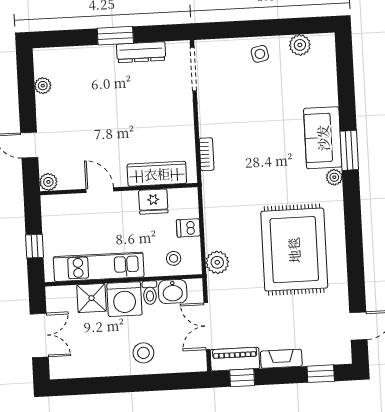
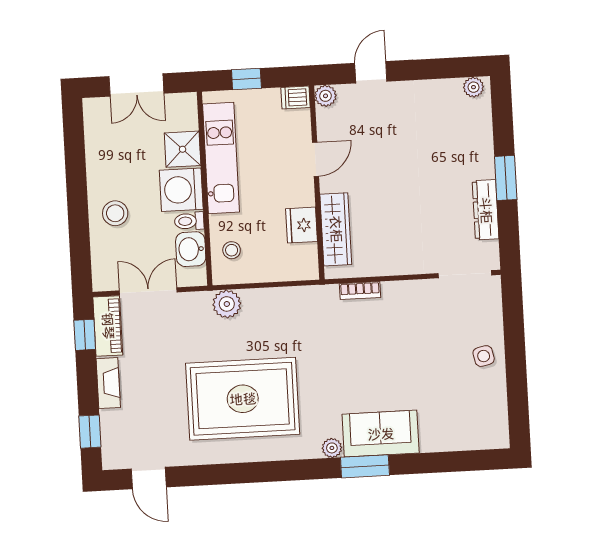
plant: (300, 45) -> (495, 405), removed
plant: (43, 86) -> (473, 87), moved
dishwasher: (188, 228) -> (295, 97), moved, turned -90

